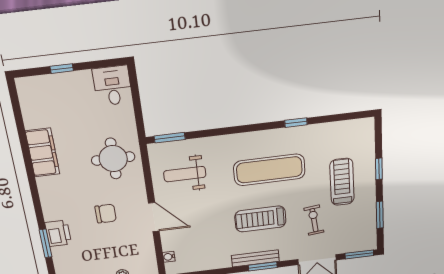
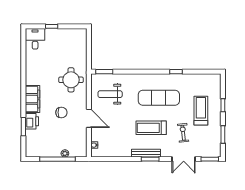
desk: (113, 86) -> (35, 39), moved
filing cabinet: (43, 153) -> (32, 99), moved

